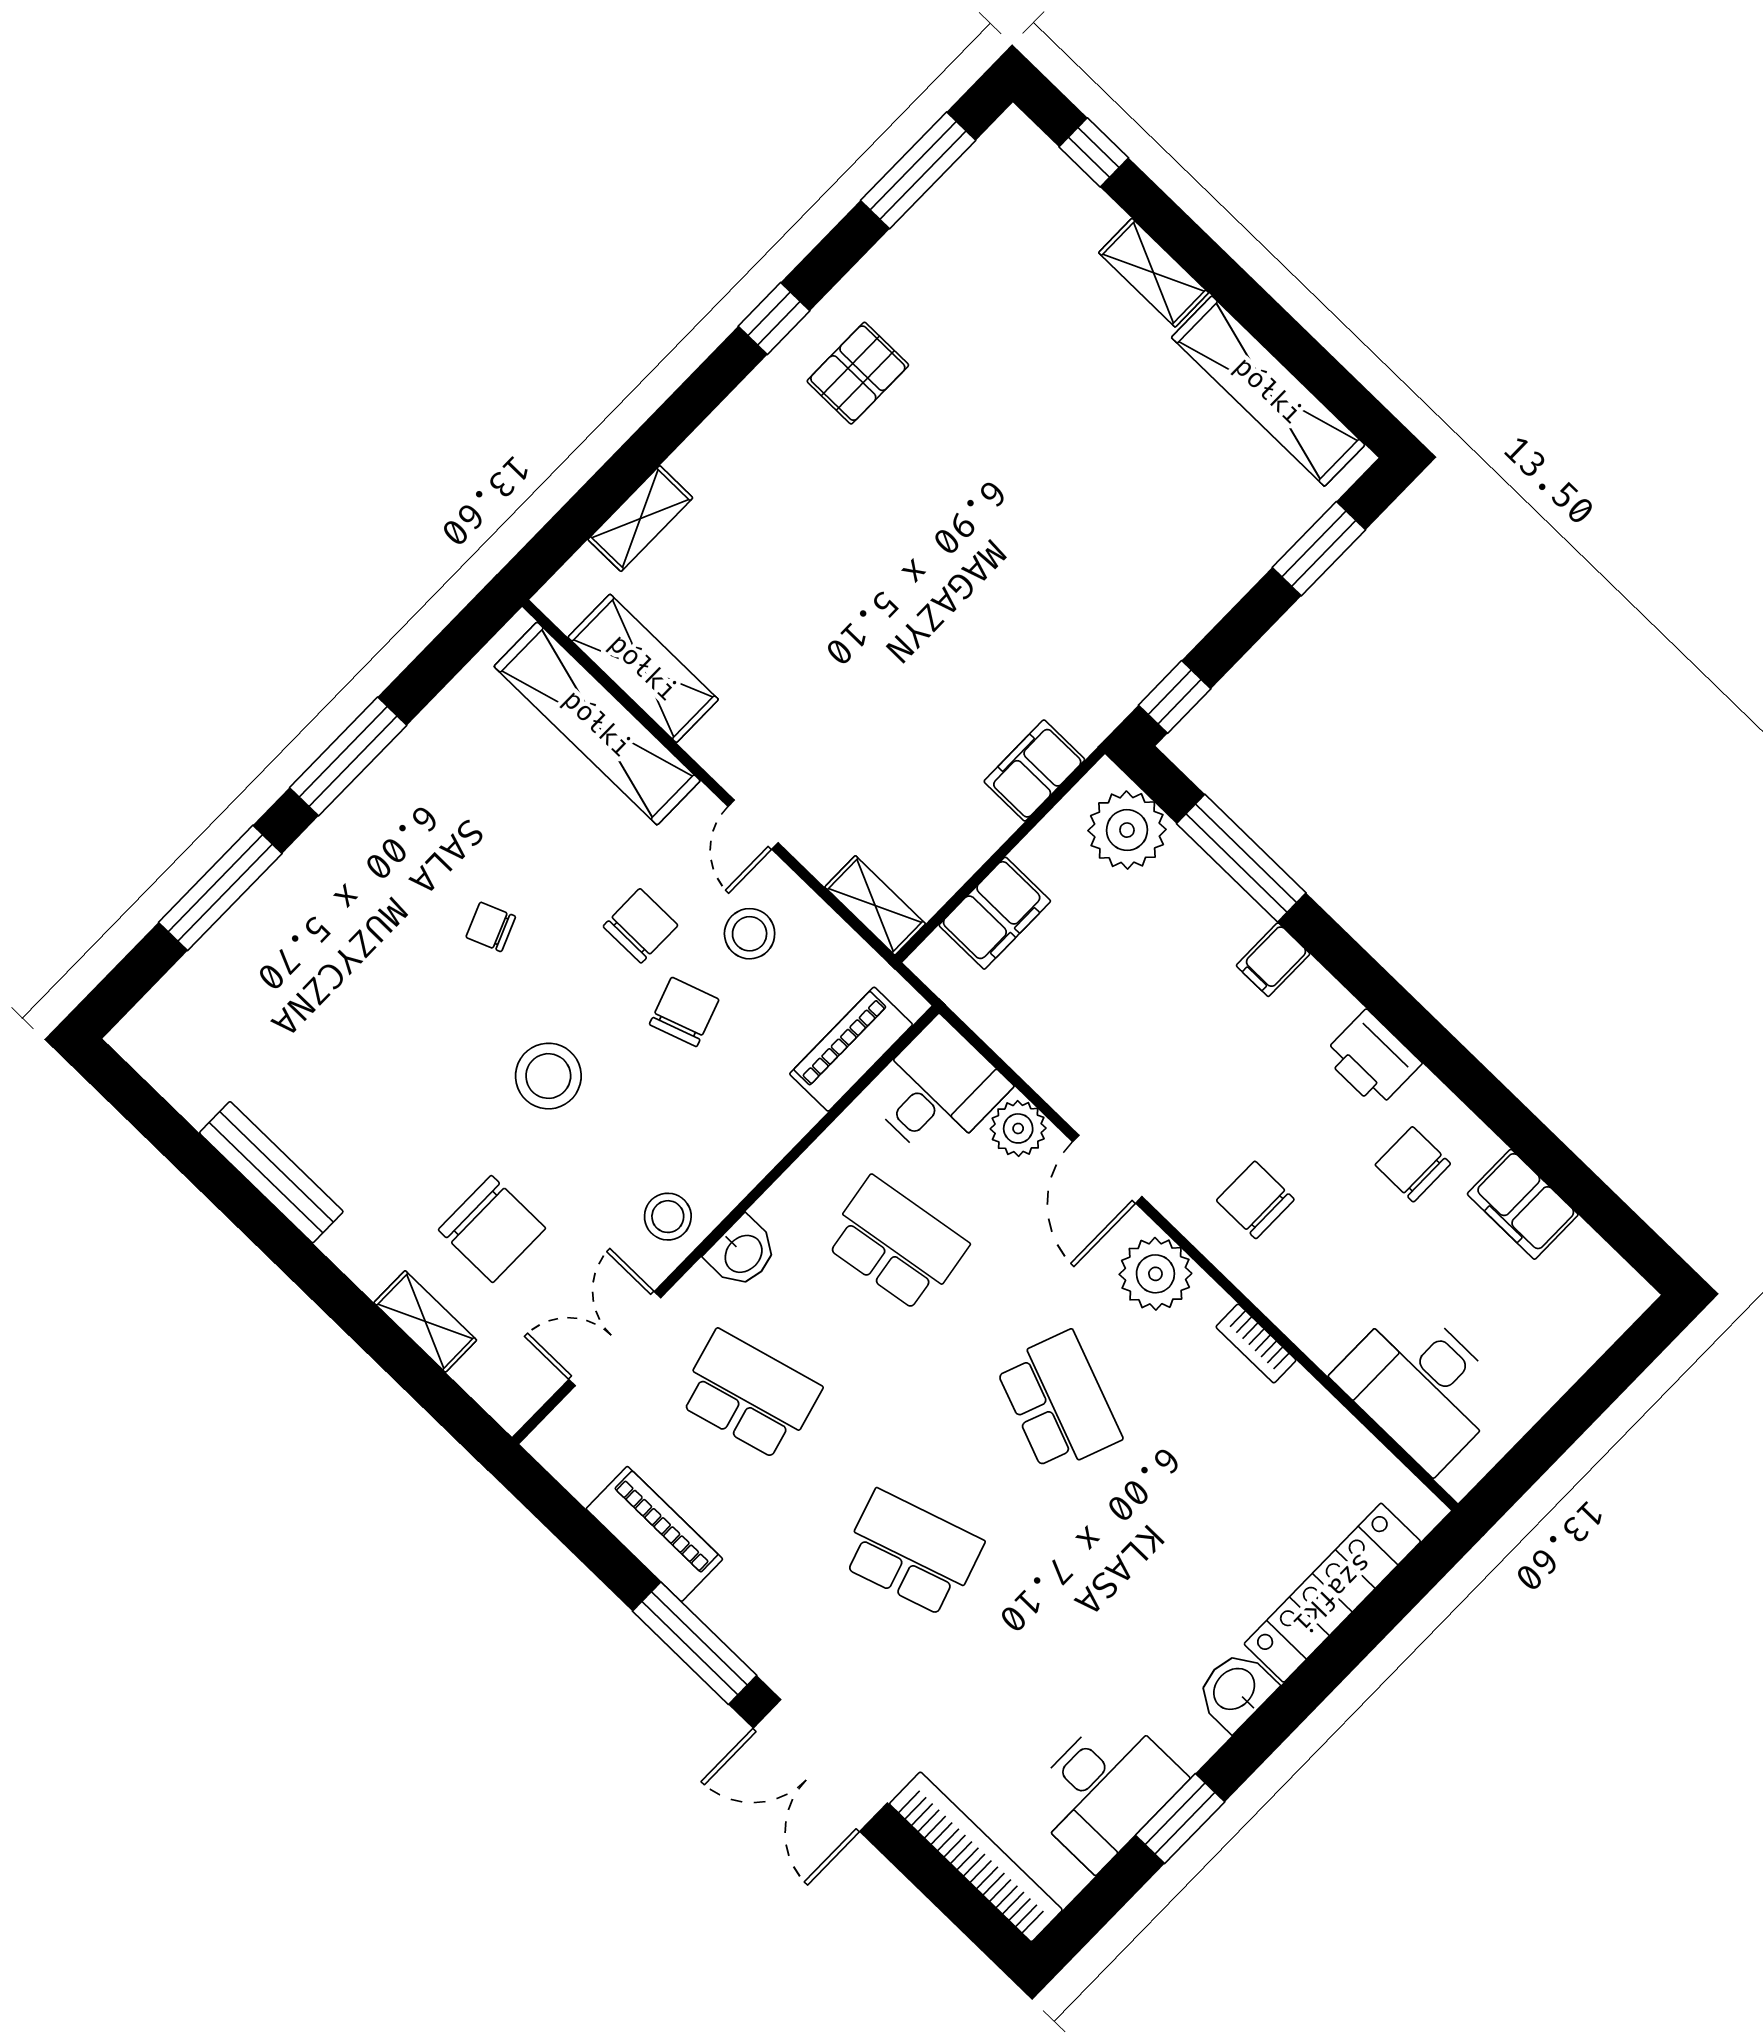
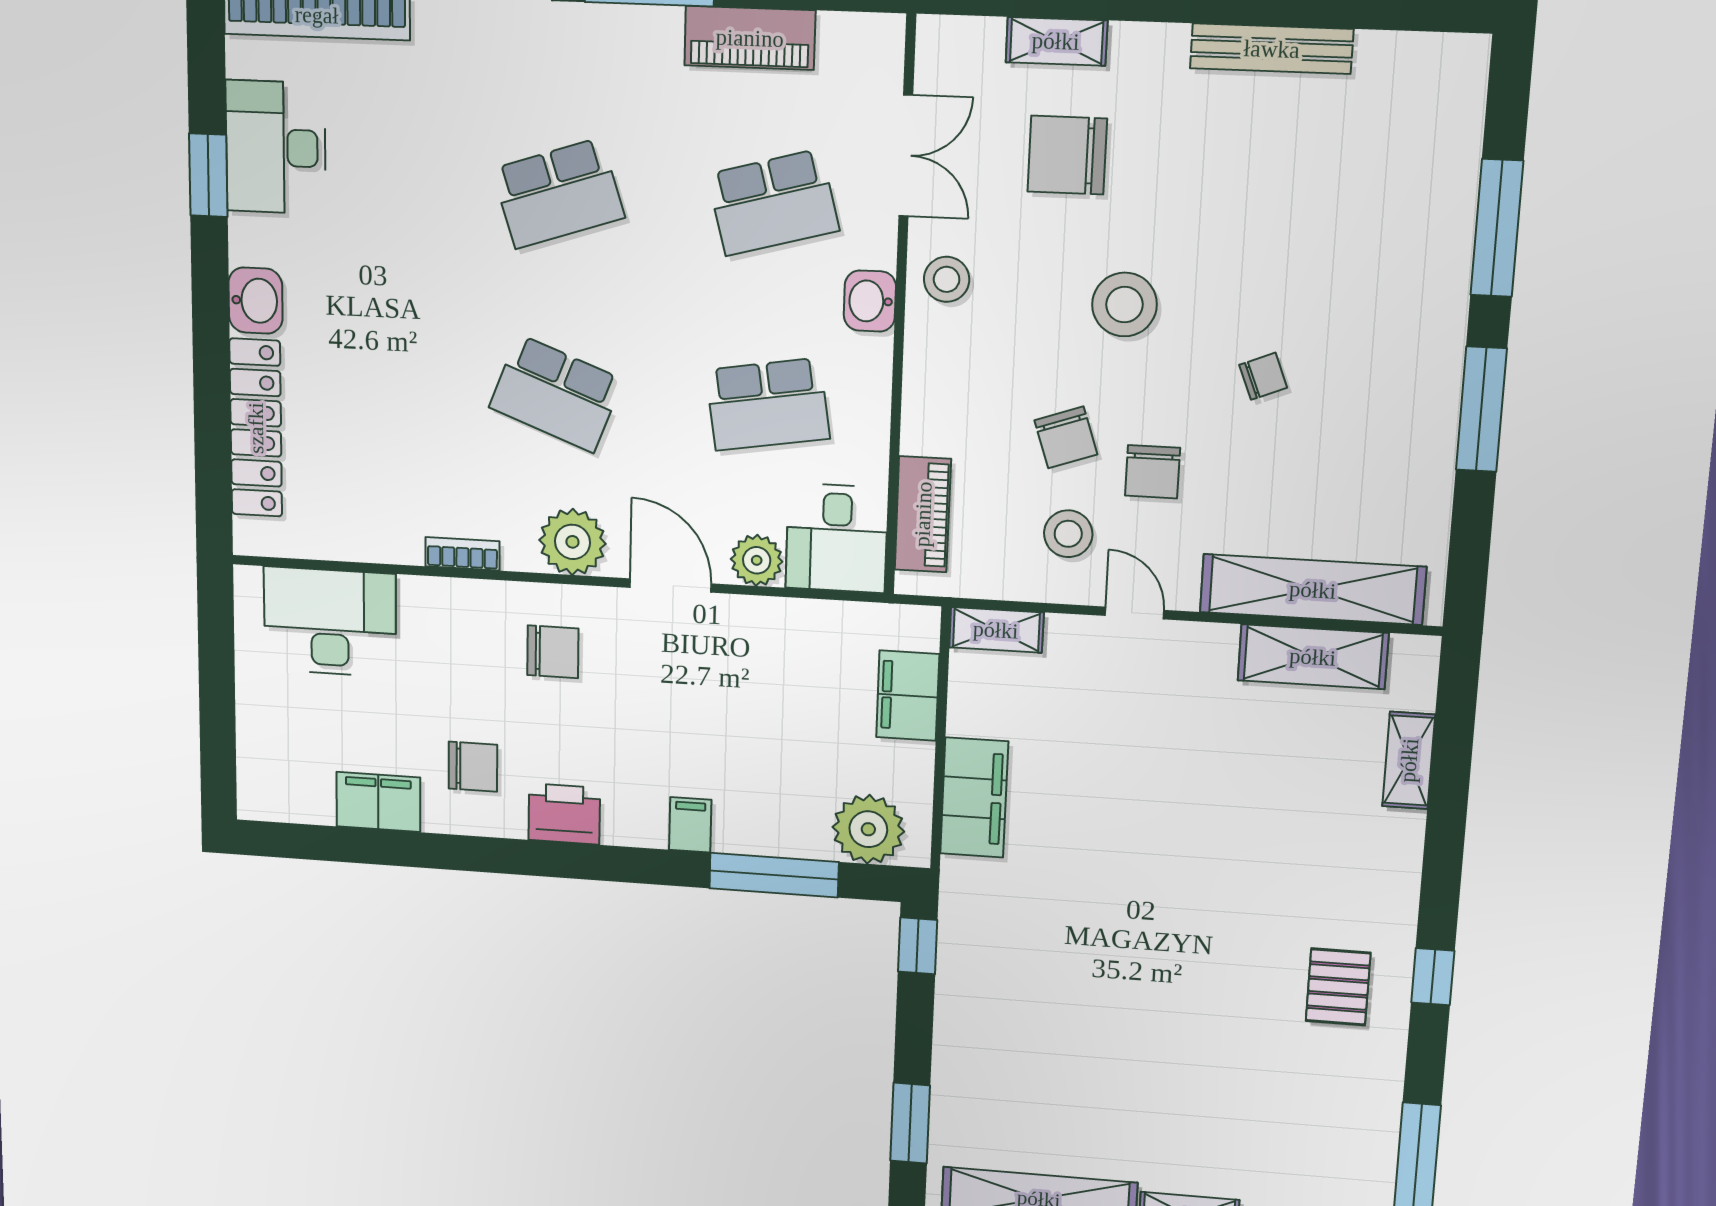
filing cabinet: (1034, 770) -> (974, 798), width x1.50, depth x1.17

